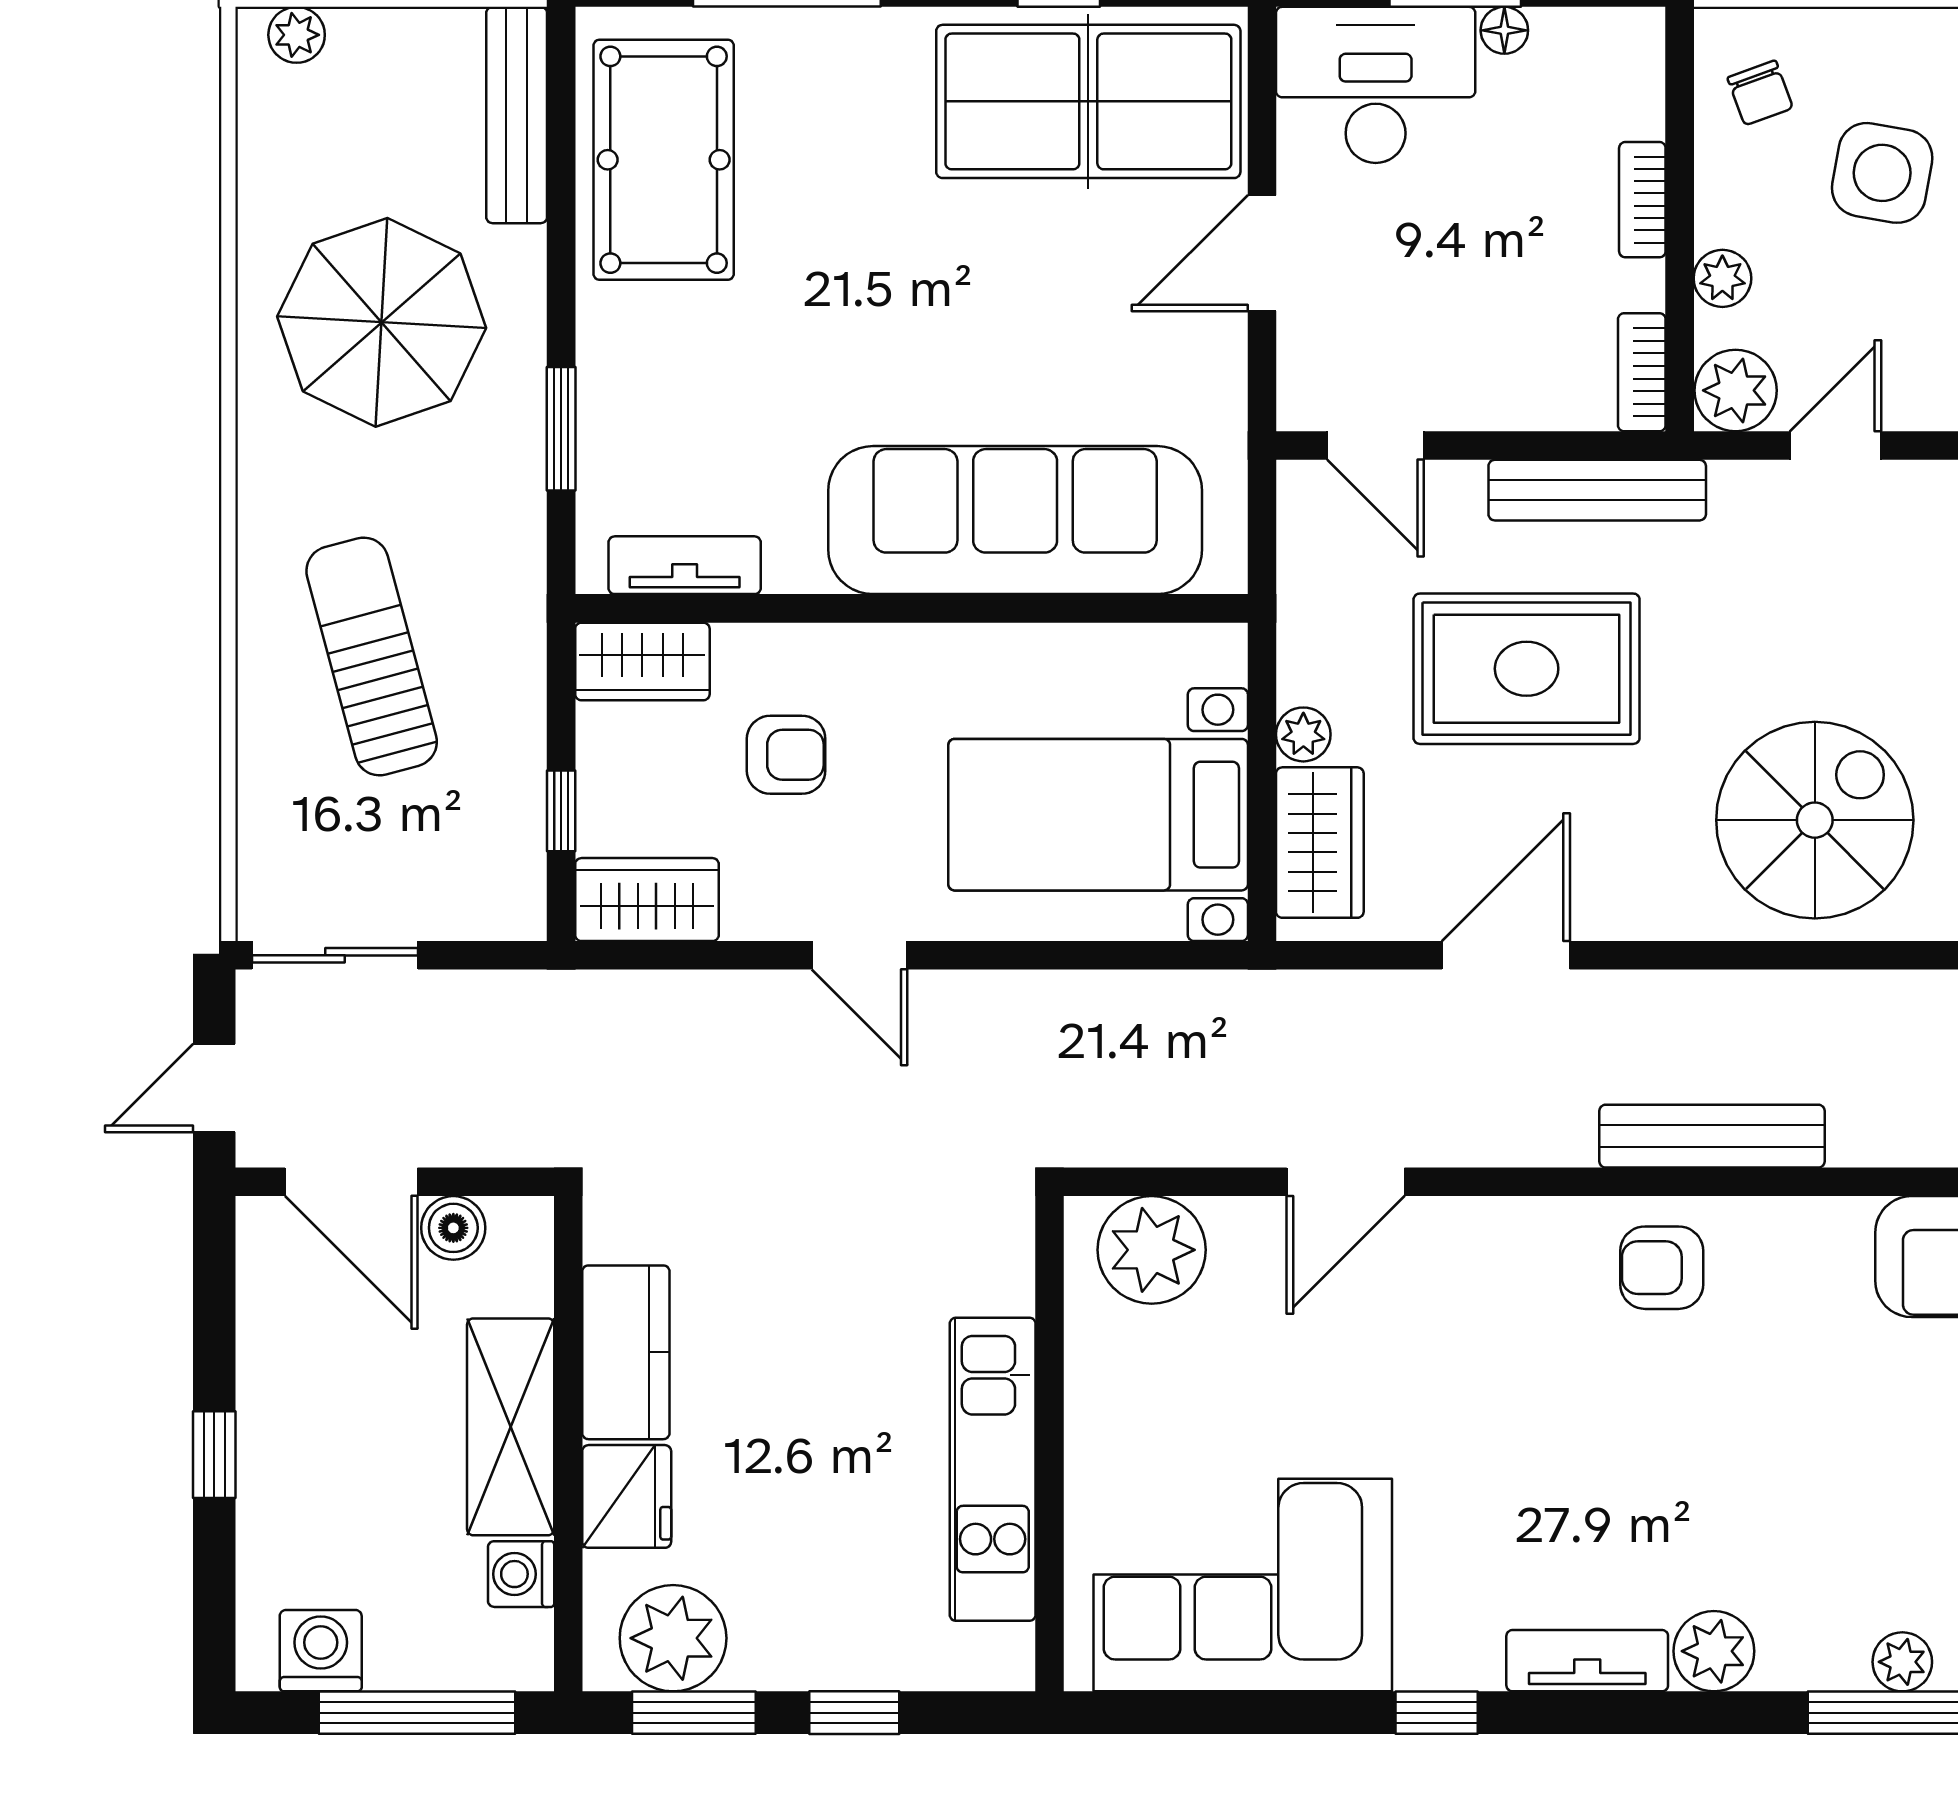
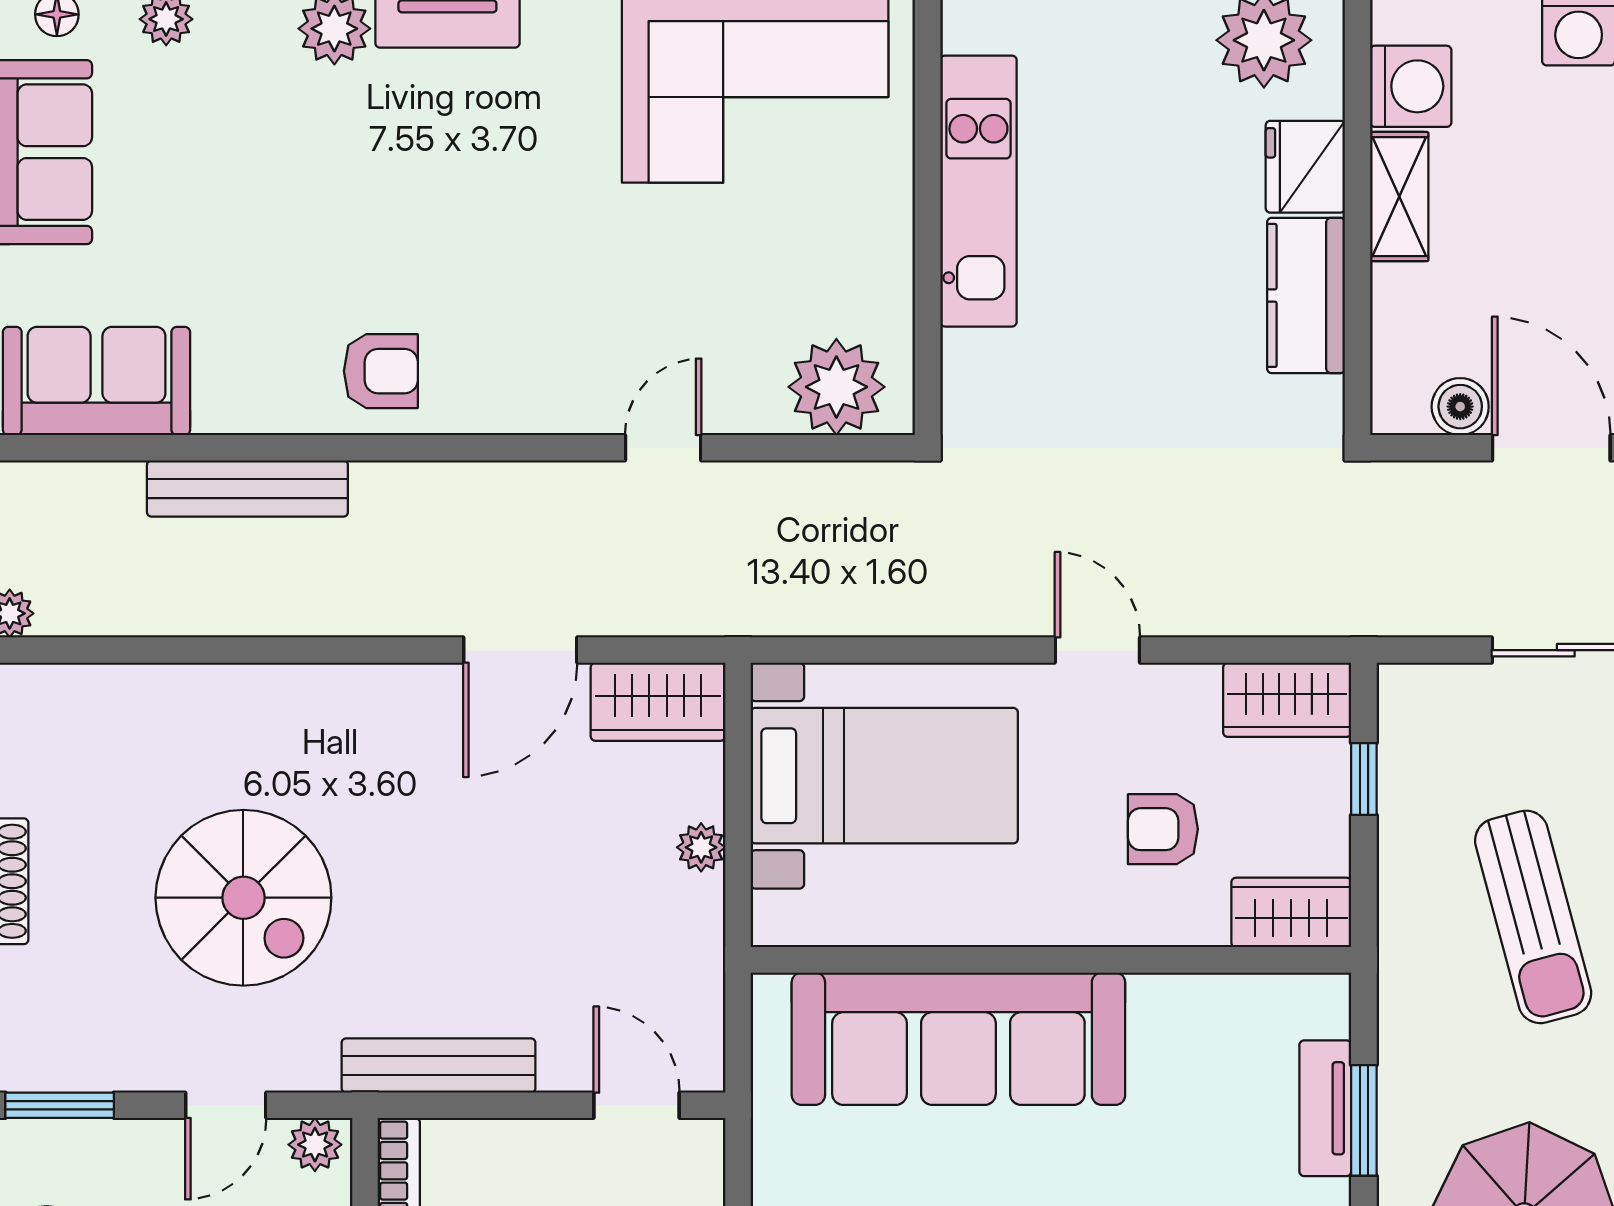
plant: (1736, 390) -> (315, 1145), width x0.73, depth x0.73
tv unit: (685, 565) -> (1325, 1108), moved, turned 90
rug: (1527, 669) -> (502, 906), removed
spiral stairs: (1815, 820) -> (243, 898), moved, turned -90
wardrobe: (1320, 843) -> (658, 702), moved, turned -90
bench: (1712, 1136) -> (247, 489), moved
door: (1346, 1182) -> (663, 448), width x0.73
shelving: (511, 1427) -> (1399, 197), width x0.67, depth x0.75
washing machine: (521, 1574) -> (1411, 86), width x1.38, depth x1.38

